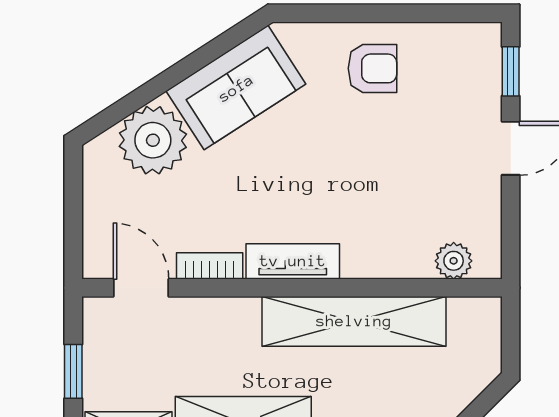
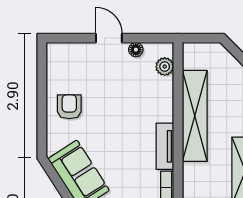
window: (511, 71) -> (71, 38), removed
floor lamp: (488, 203) -> (136, 50), added

